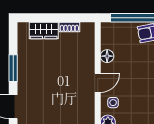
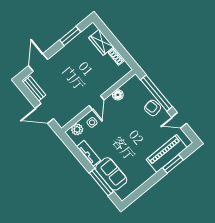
window: (13, 68) -> (70, 36), moved
door: (98, 83) -> (96, 103), hinge flipped

